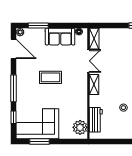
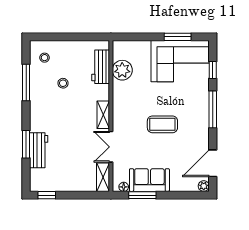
window: (38, 26) -> (142, 195), moved
door: (14, 49) -> (213, 163), hinge flipped
plant: (80, 127) -> (122, 70), moved

